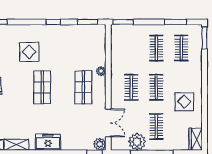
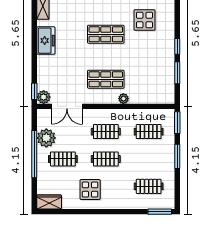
window: (88, 22) -> (177, 73), moved
window: (175, 22) -> (177, 156), moved
clothes rail: (156, 48) -> (149, 132), moved

